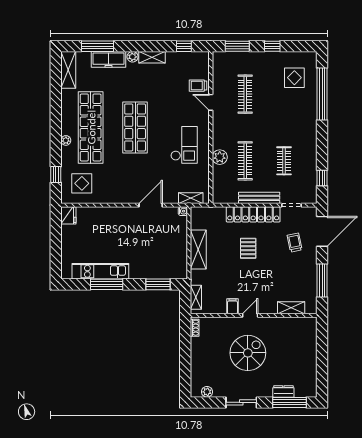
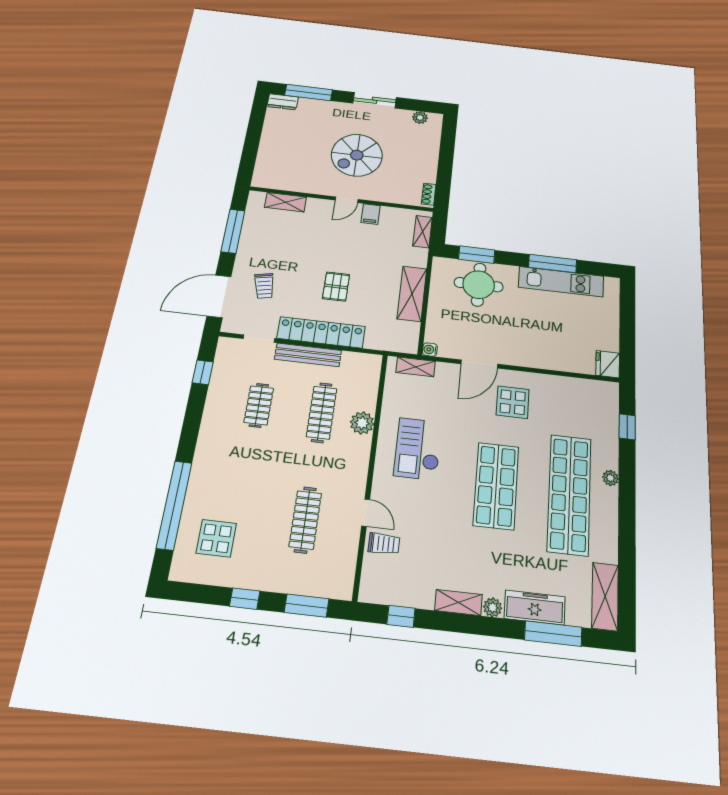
display table: (82, 183) -> (513, 402), moved
round table: (155, 262) -> (479, 285), added
dresser: (283, 391) -> (283, 102), moved

